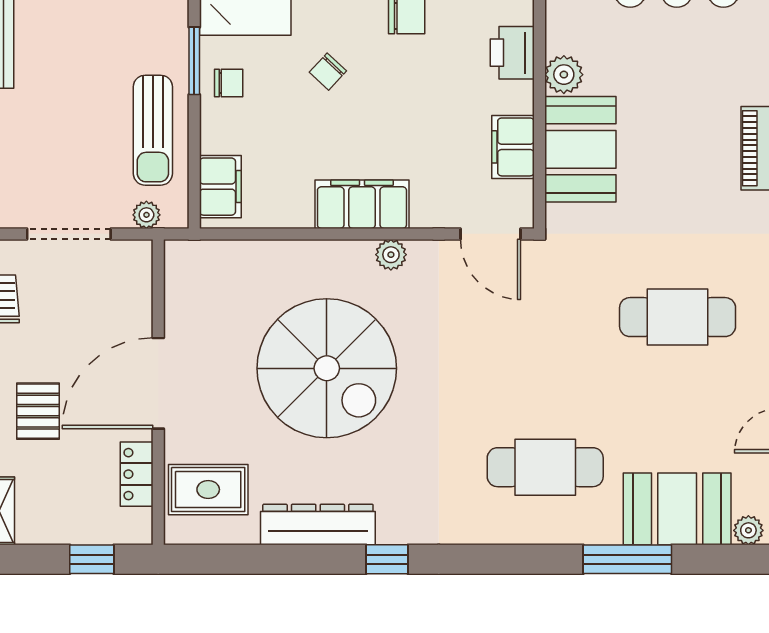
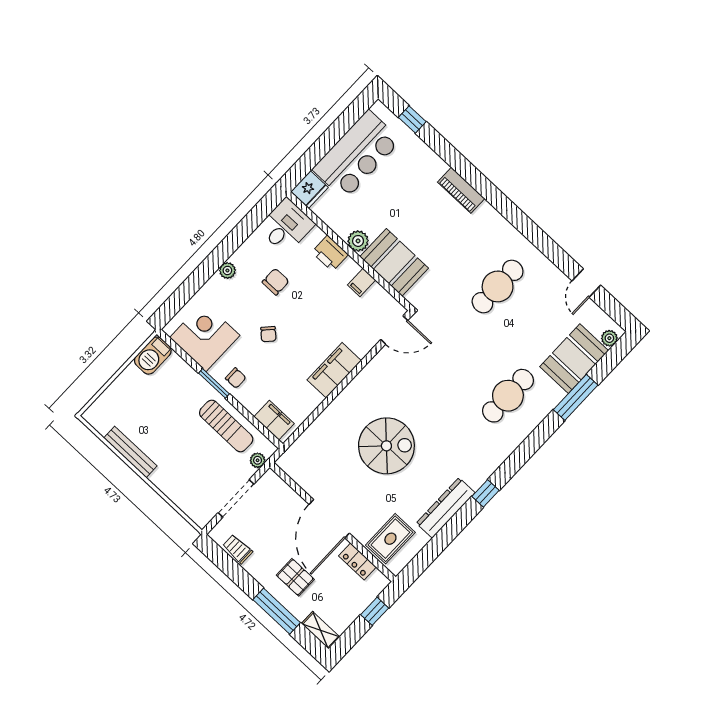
chair: (229, 83) -> (236, 378), turned 90
filing cabinet: (513, 147) -> (362, 282), width x0.50
plant: (391, 255) -> (365, 378), removed
spiral stairs: (327, 368) -> (386, 446), width x0.73, depth x0.73

